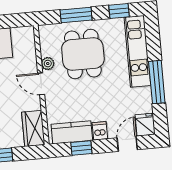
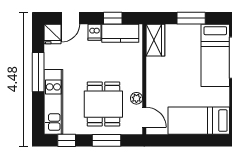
door: (41, 84) -> (144, 117), moved

